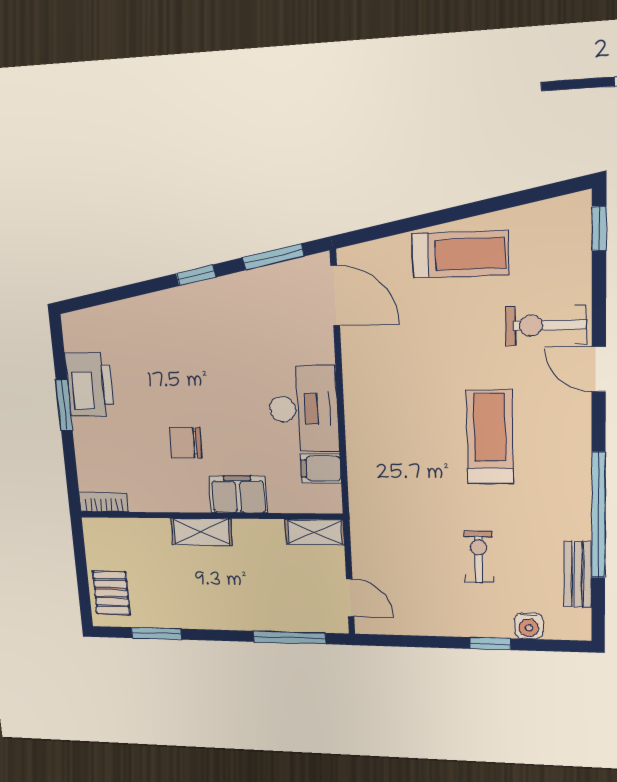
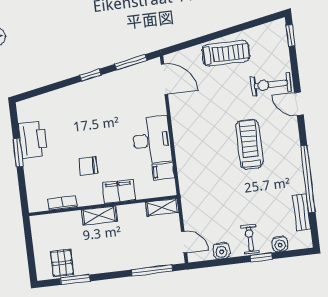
bookcase: (104, 502) -> (62, 203), moved
exercise bike: (479, 557) -> (250, 239), moved
pallet: (111, 593) -> (62, 263), moved
water cooler: (417, 622) -> (221, 251), added

